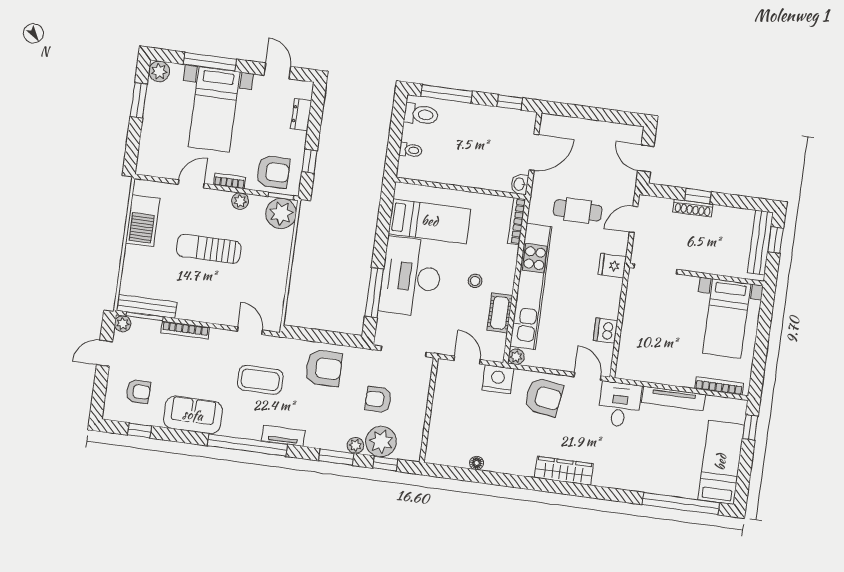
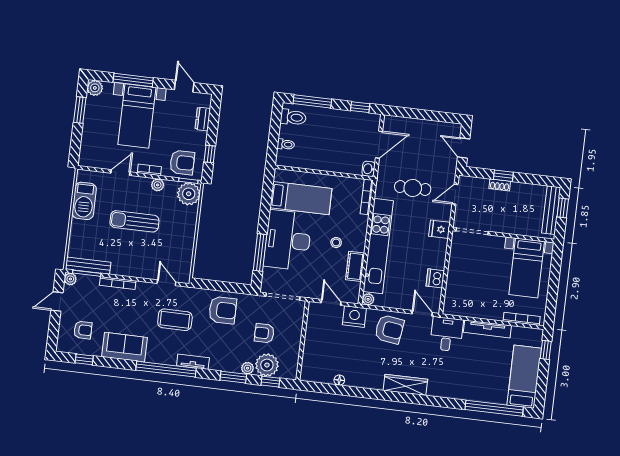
shoe rack: (693, 208) -> (500, 185), width x0.70

